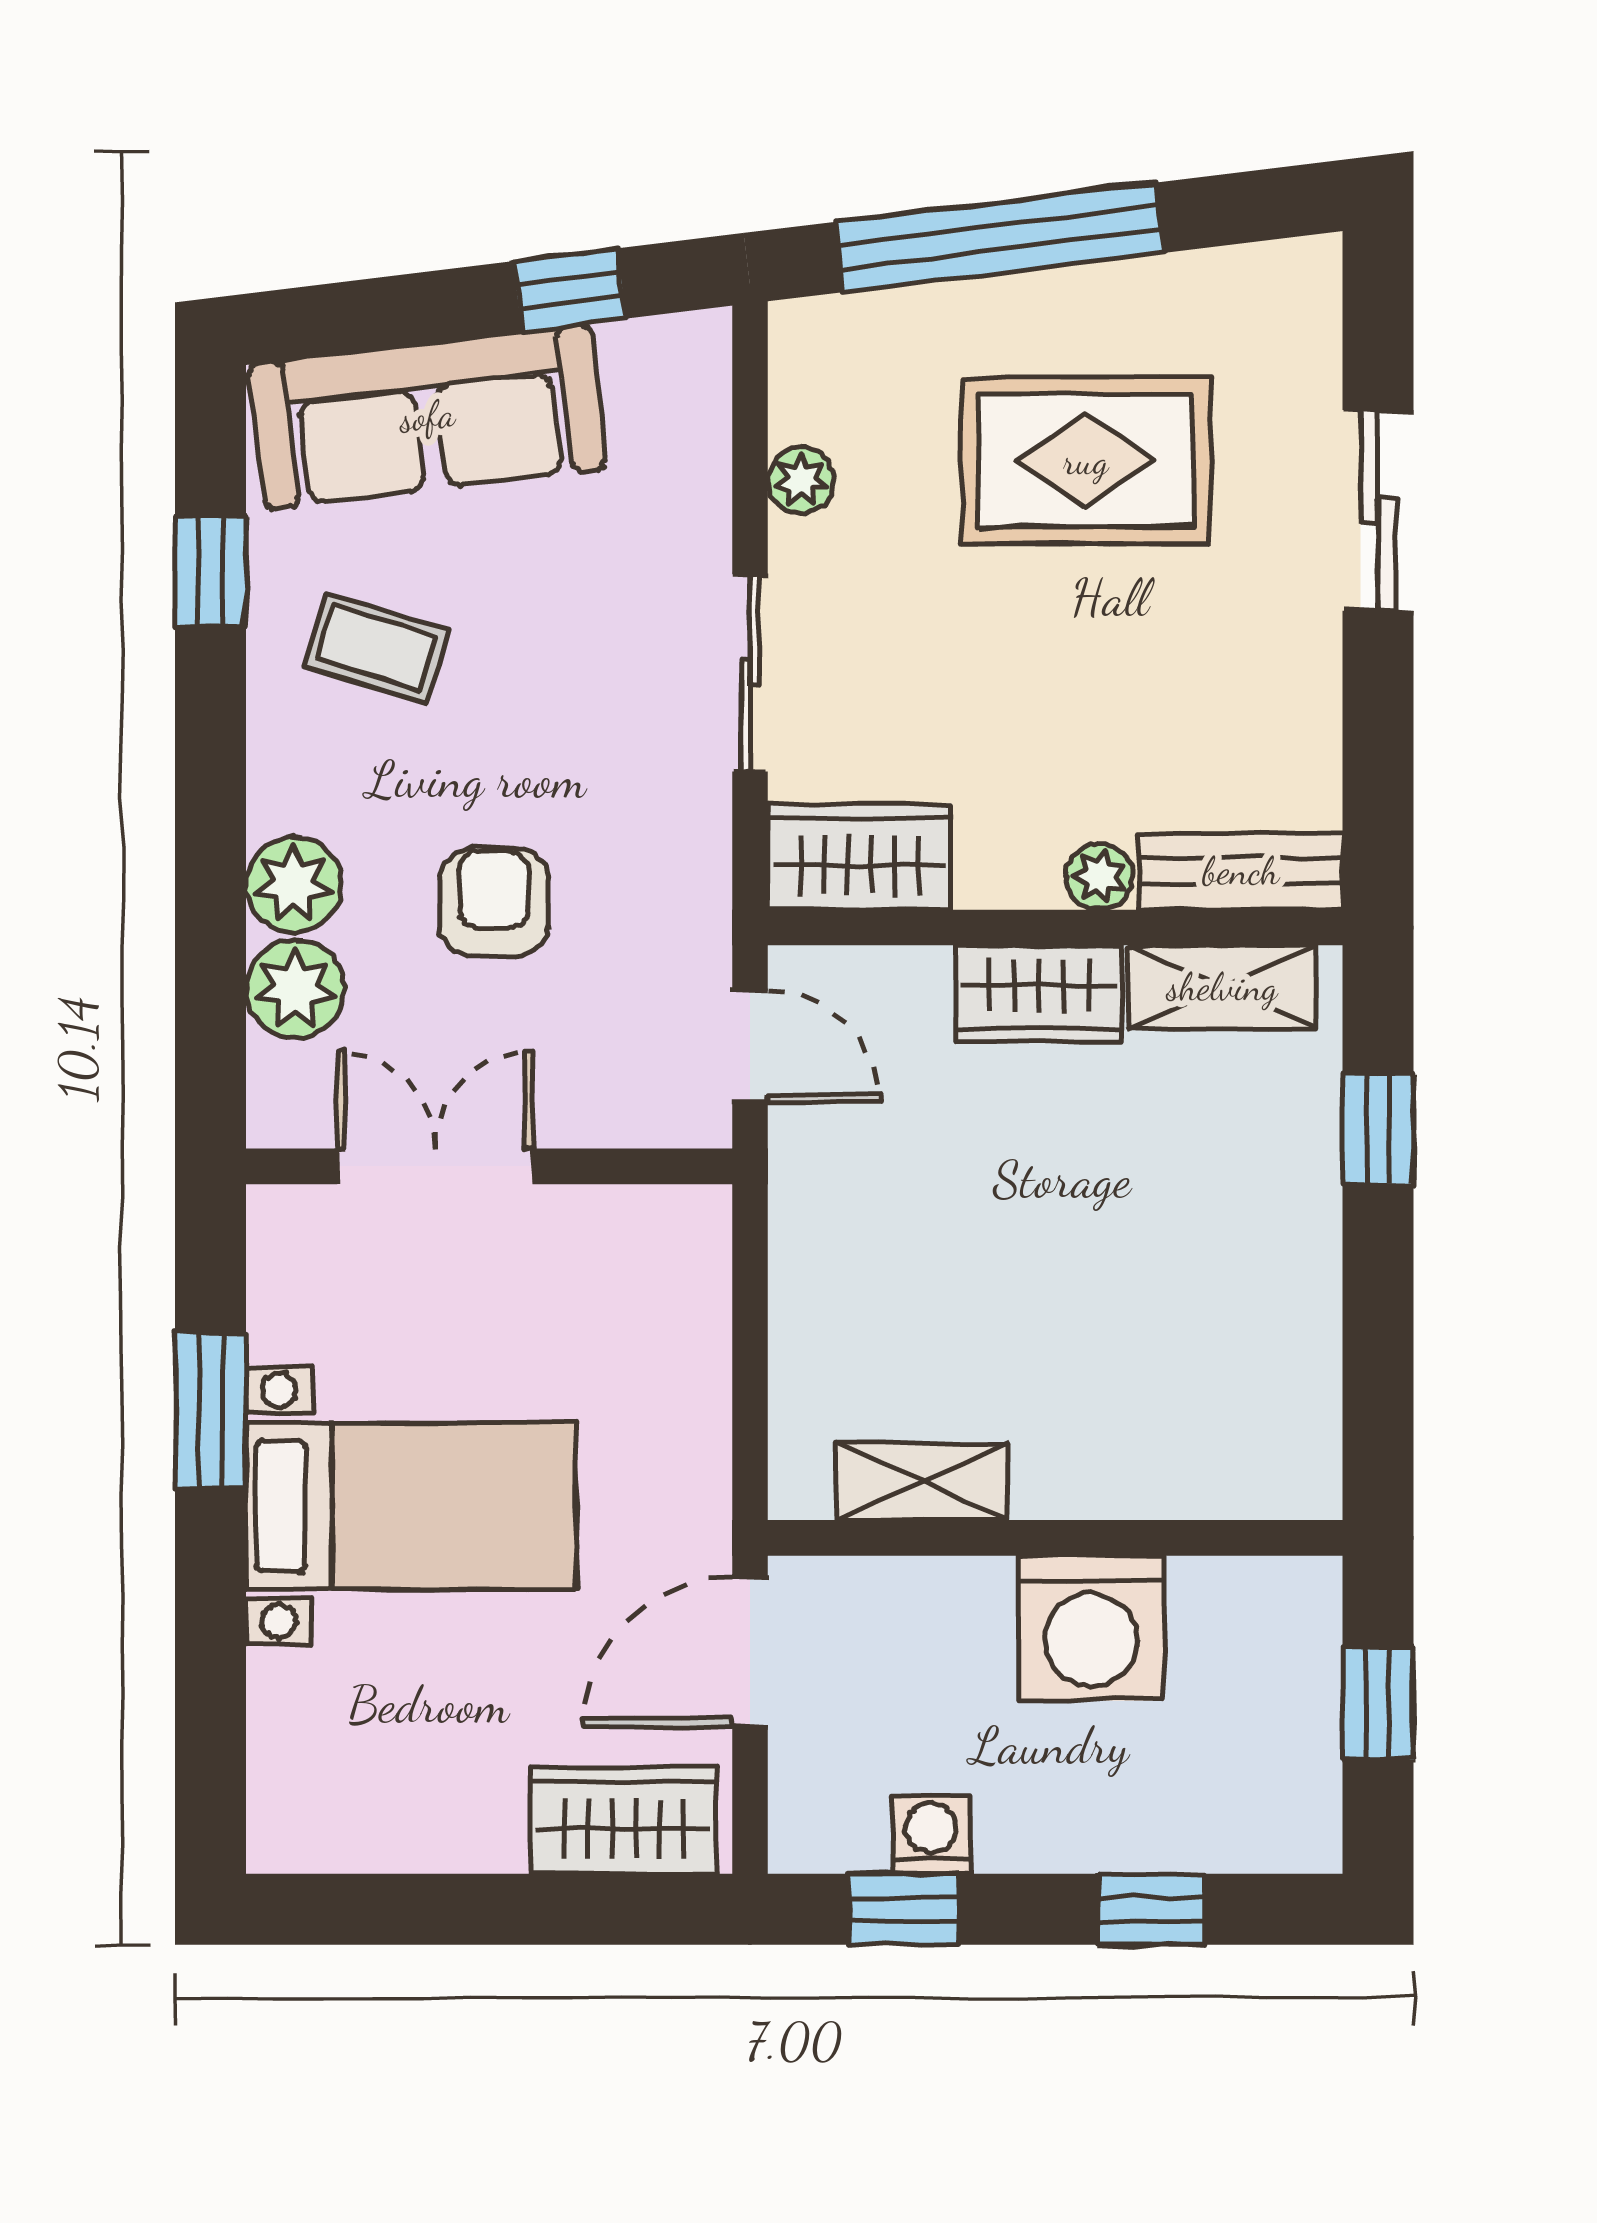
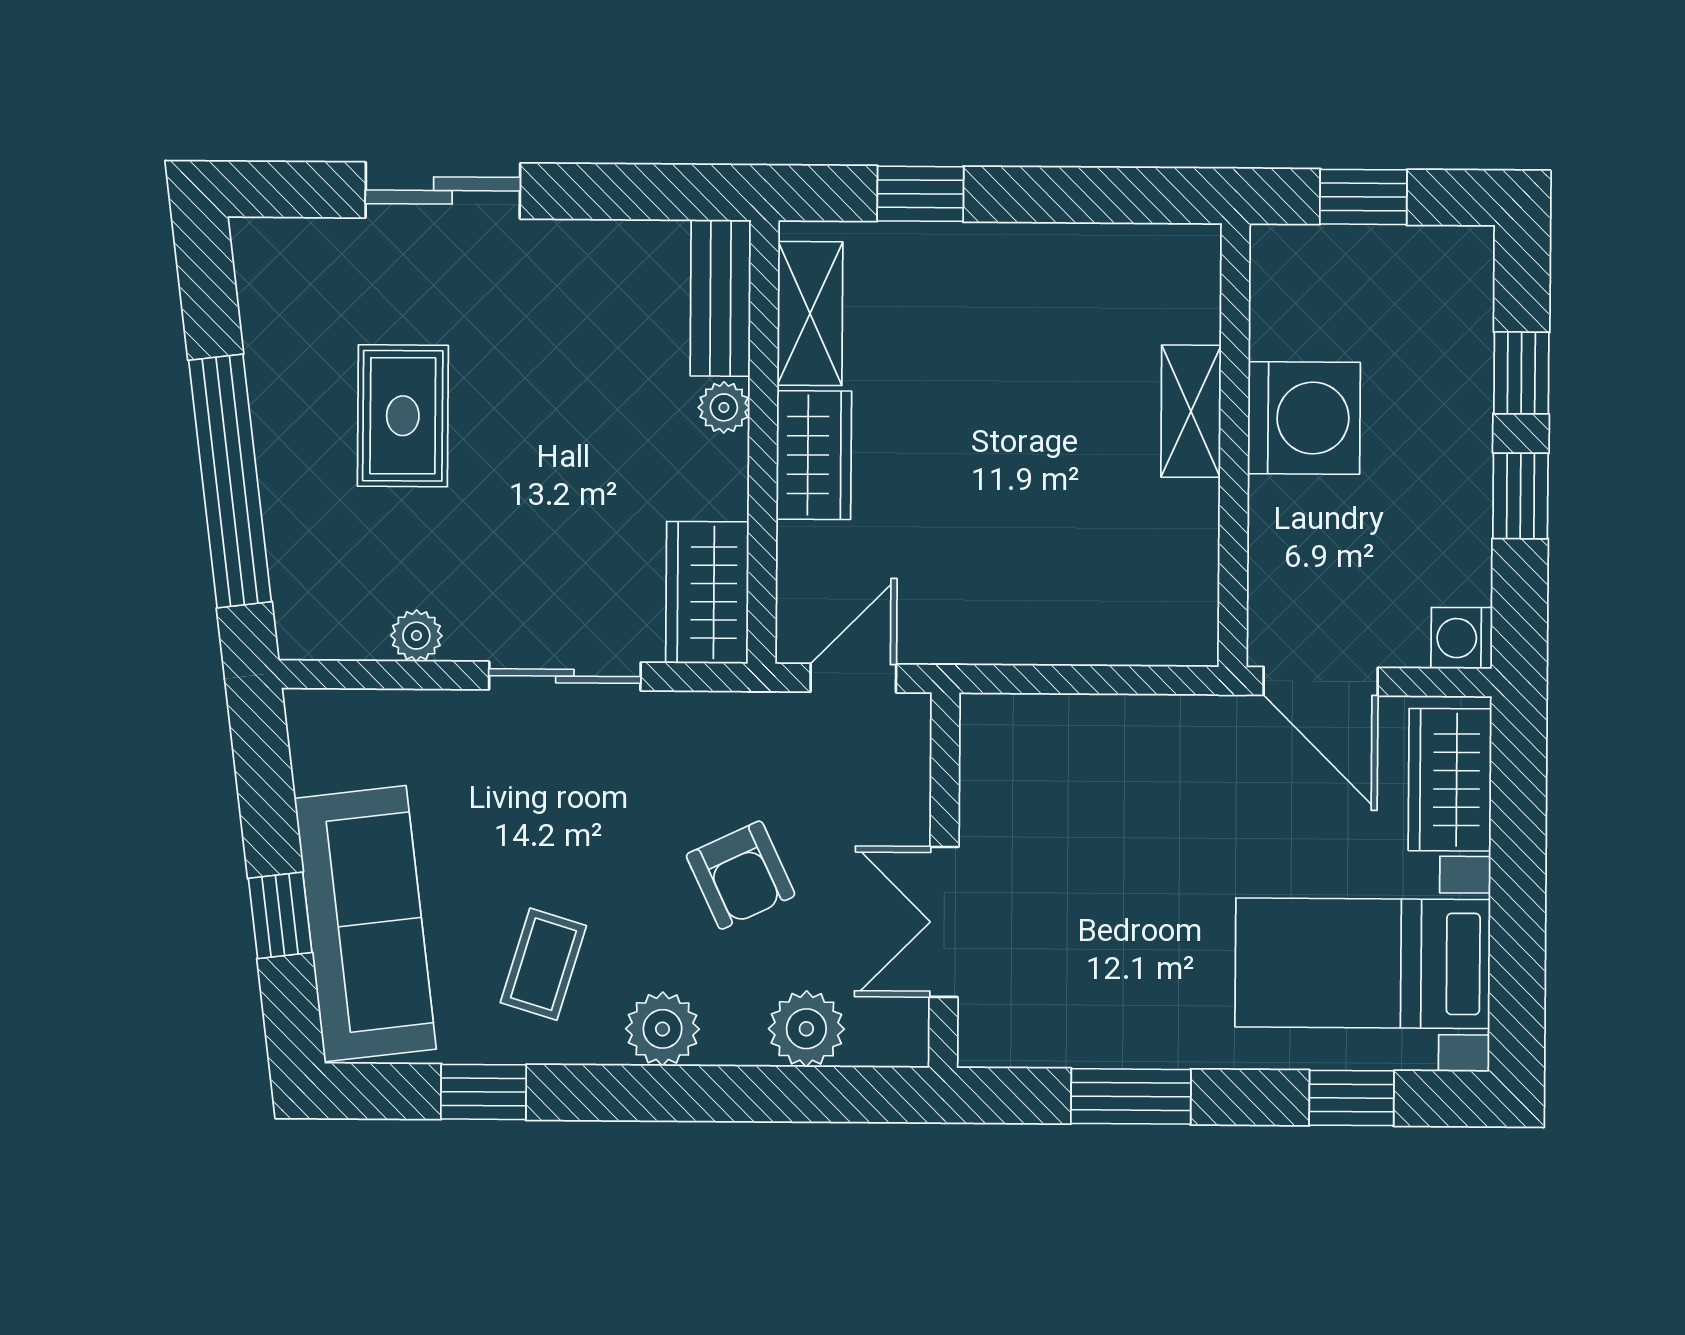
window: (570, 290) -> (280, 915), moved
rug: (1086, 461) -> (403, 416), width x0.73, depth x0.70
plant: (294, 885) -> (663, 1029), moved
armchair: (494, 902) -> (741, 875), turned -115
shelving: (922, 1482) -> (1191, 411), moved
bed with nightstands: (411, 1506) -> (1363, 963), moved, turned -90
window: (210, 1696) -> (1352, 1098), added
washing machine: (931, 1834) -> (1462, 638), moved
window: (903, 1909) -> (1520, 496), moved

